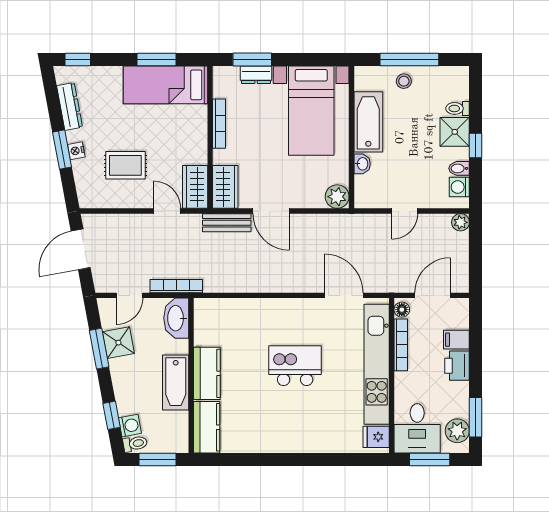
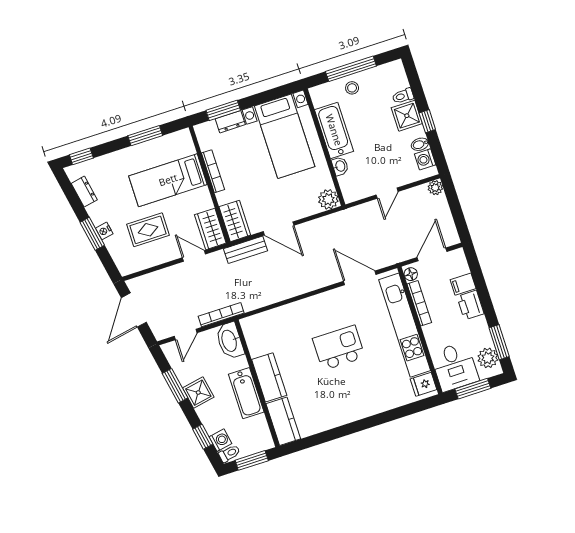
bed: (165, 85) -> (168, 180), moved
dresser: (70, 106) -> (84, 192), width x0.70
shower: (118, 343) -> (198, 393), moved

